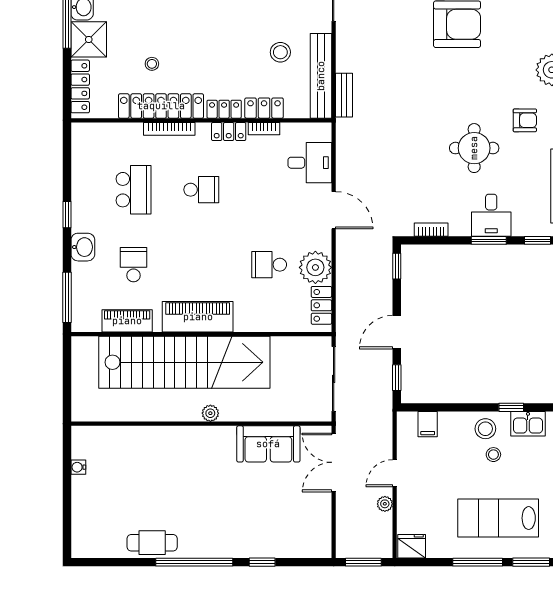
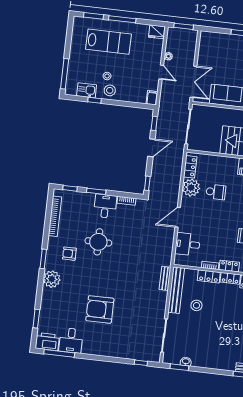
door: (334, 210) -> (178, 217), hinge flipped
desk: (491, 215) -> (105, 206), moved
filing cabinet: (428, 424) -> (152, 98), moved
door: (395, 473) -> (161, 72), hinge flipped

